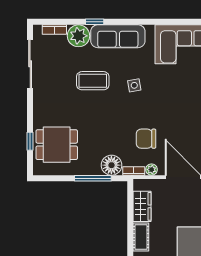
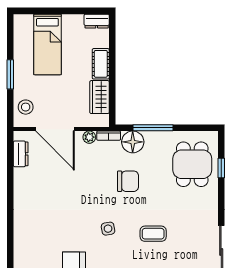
coffee table: (93, 81) -> (153, 234), width x0.73, depth x0.77
chair: (146, 139) -> (128, 181), moved
dining table: (57, 145) -> (192, 164), turned 90

